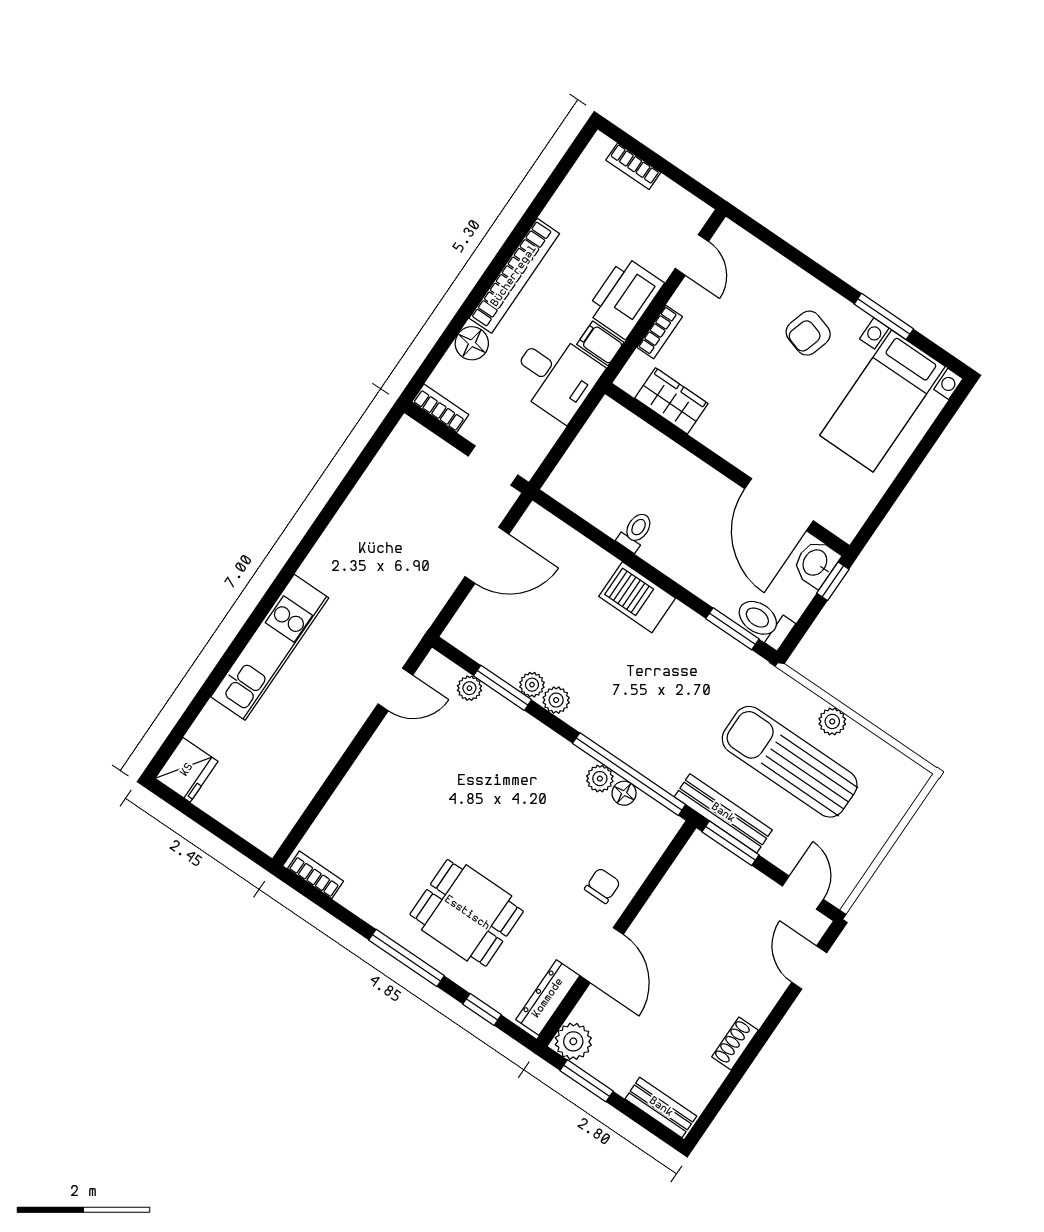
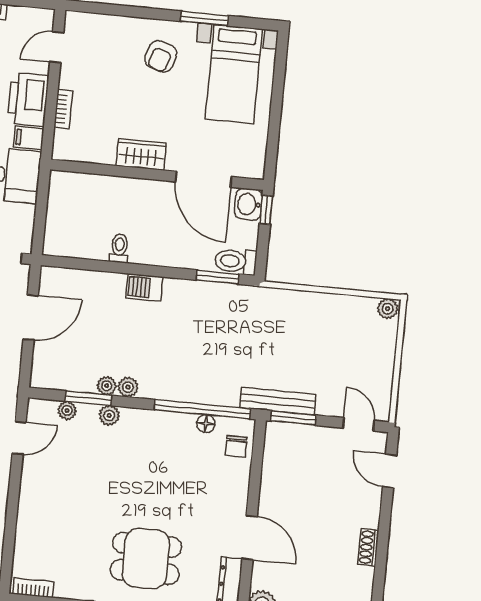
door: (692, 255) -> (57, 47), swing flipped
wardrobe: (671, 401) -> (141, 154), moved
barbecue: (637, 597) -> (144, 287), width x0.73, depth x0.79
plant: (832, 721) -> (388, 309), moved
sun lounger: (790, 762) -> (303, 343), removed
plant: (600, 779) -> (109, 415), moved
chair: (602, 886) -> (236, 446), moved, turned 180

